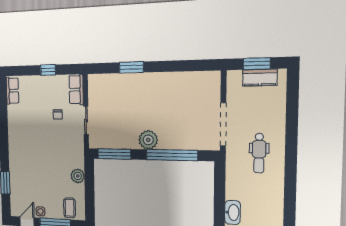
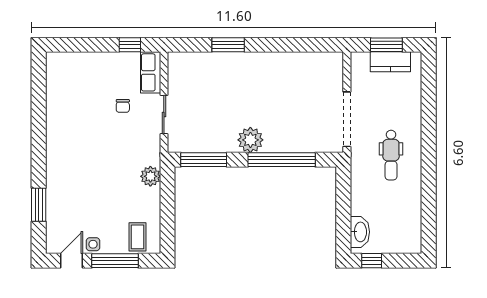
window: (48, 70) -> (130, 45), moved
row of seats: (12, 91) -> (55, 72), removed
plant: (78, 176) -> (150, 176), moved

